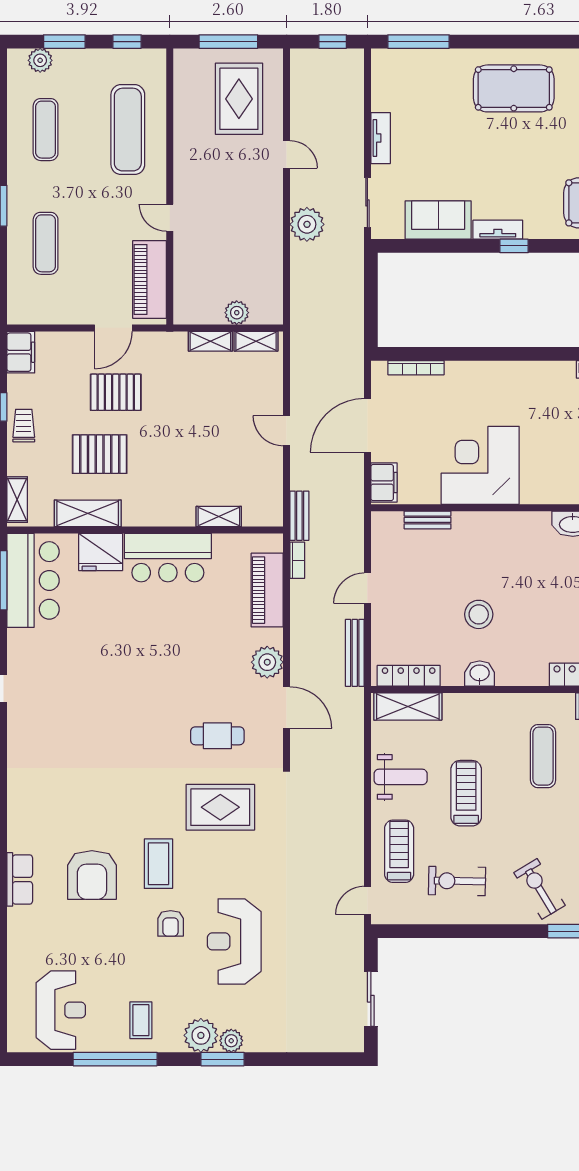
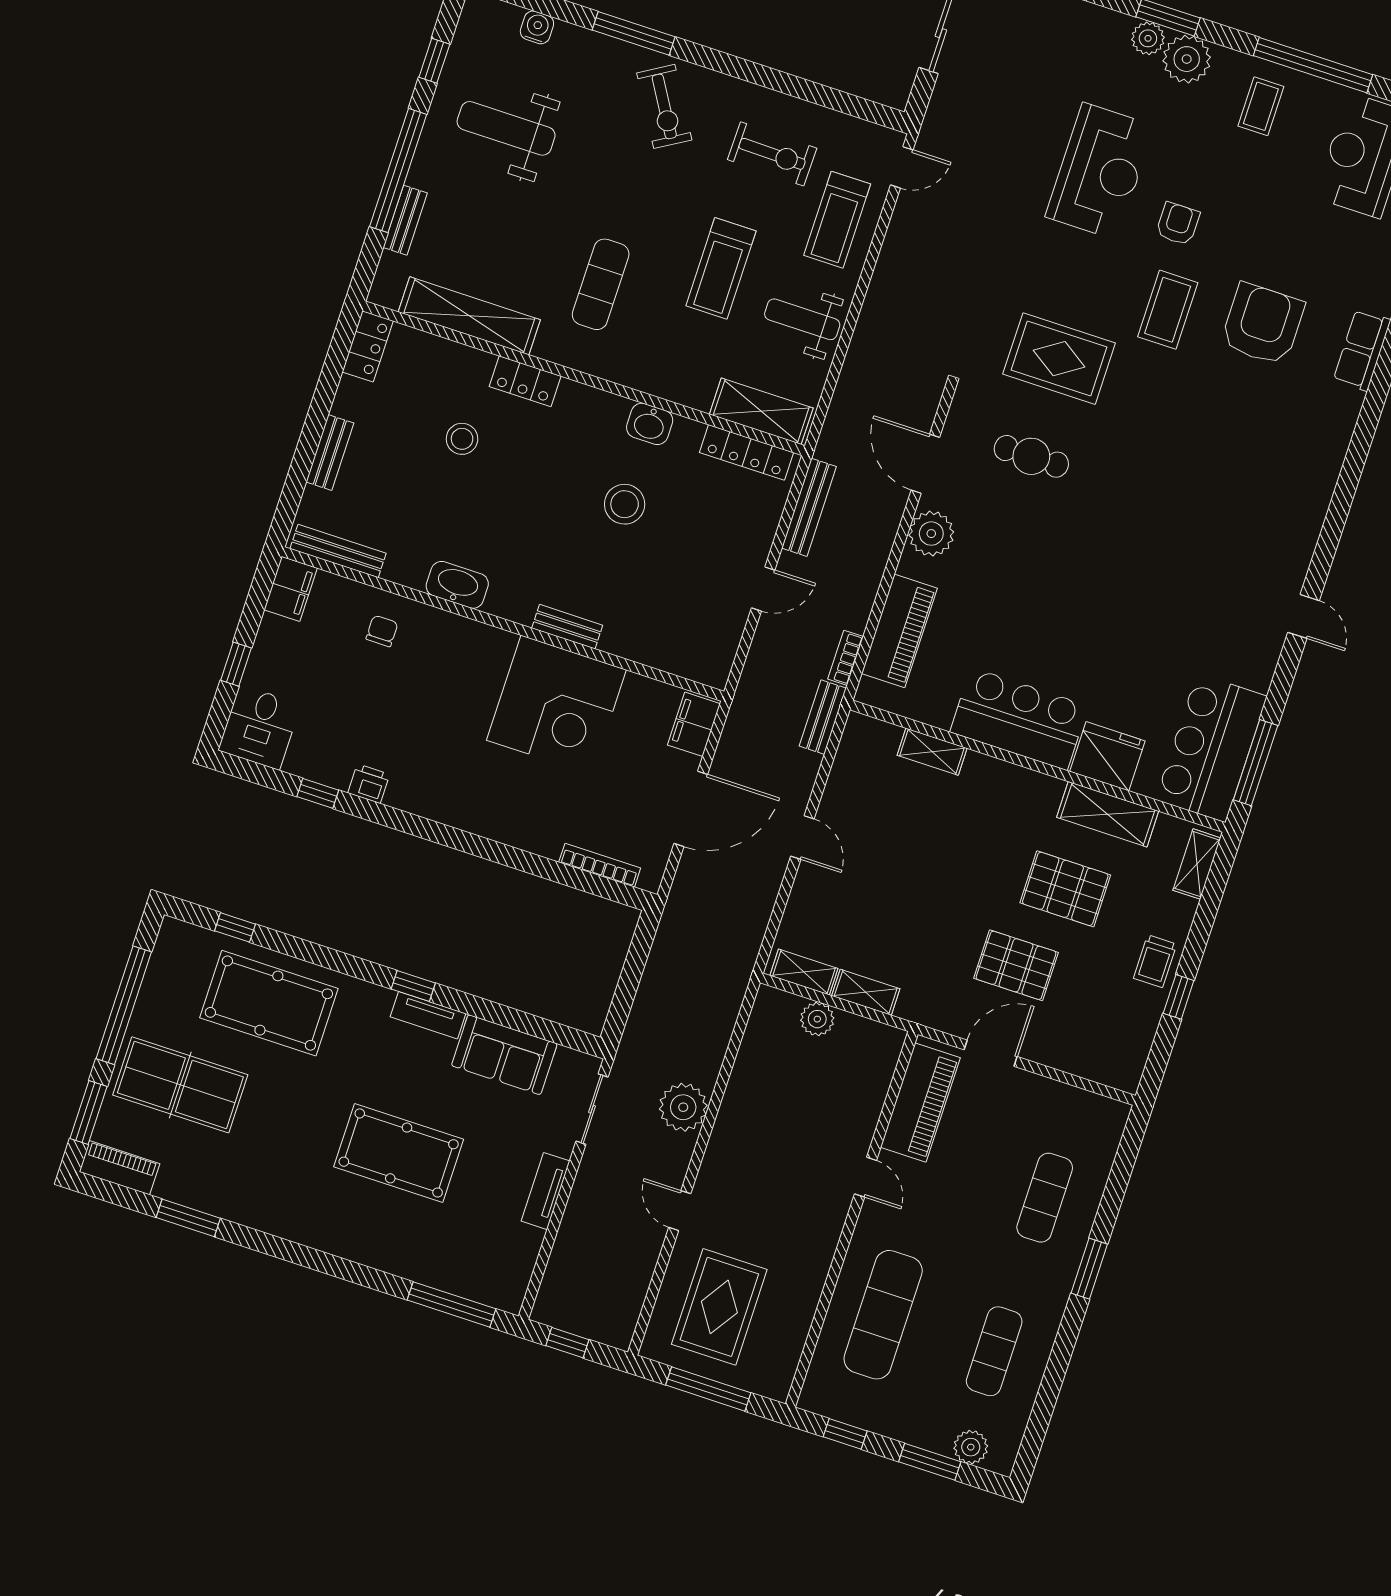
pool table: (514, 88) -> (399, 1153), moved
filing cabinet: (21, 352) -> (1126, 1062), removed
bench: (428, 520) -> (567, 627), moved

